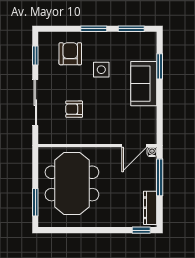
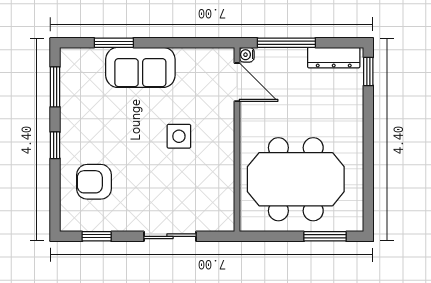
window: (94, 29) -> (55, 145), width x0.67
side table: (101, 70) -> (179, 136), moved
sliding door: (35, 103) -> (170, 236), width x0.73
armchair: (74, 109) -> (180, 176), removed

